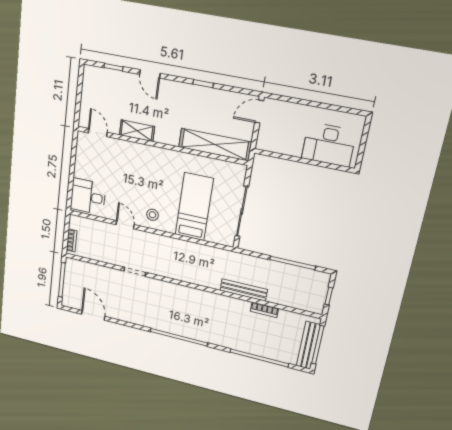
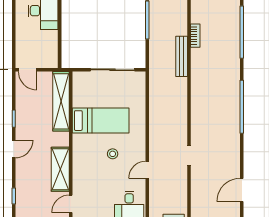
door: (150, 74) -> (14, 149), moved
shelving: (137, 131) -> (60, 169), width x1.50, depth x1.33
bed: (194, 207) -> (101, 121), moved, turned 180
stool: (152, 215) -> (113, 154), moved

